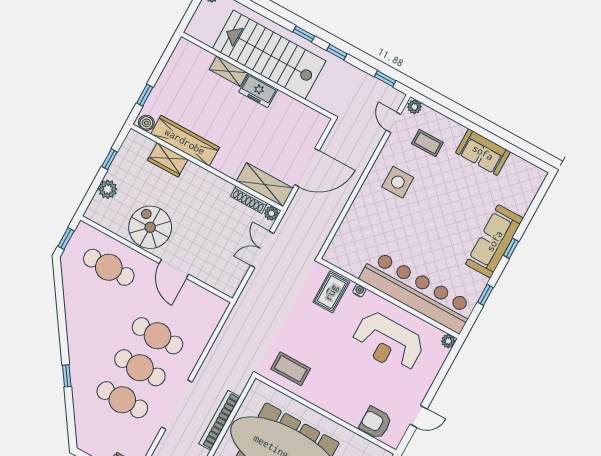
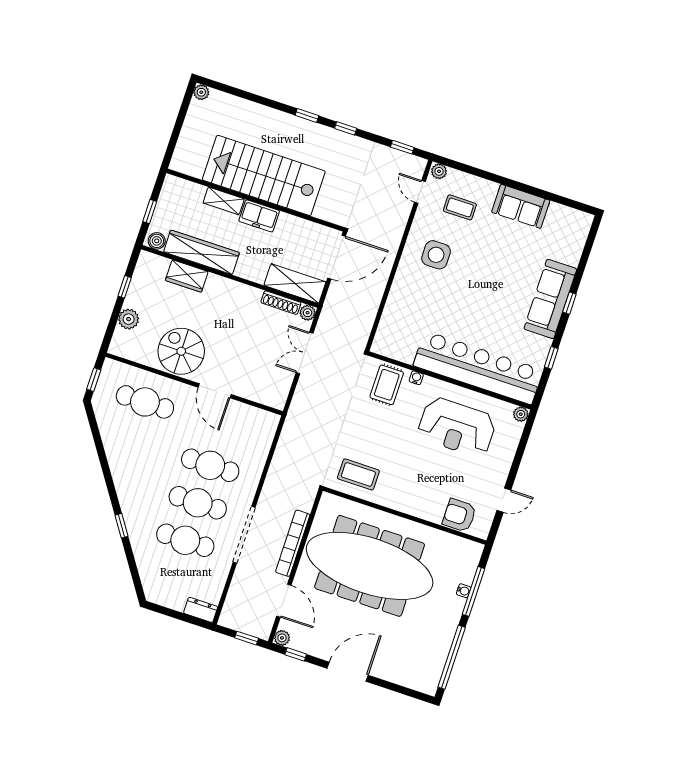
stairs: (269, 55) -> (264, 175), moved
shelving: (228, 71) -> (224, 201), moved
wall: (257, 76) -> (255, 200), moved
freezer: (258, 91) -> (259, 216), moved

